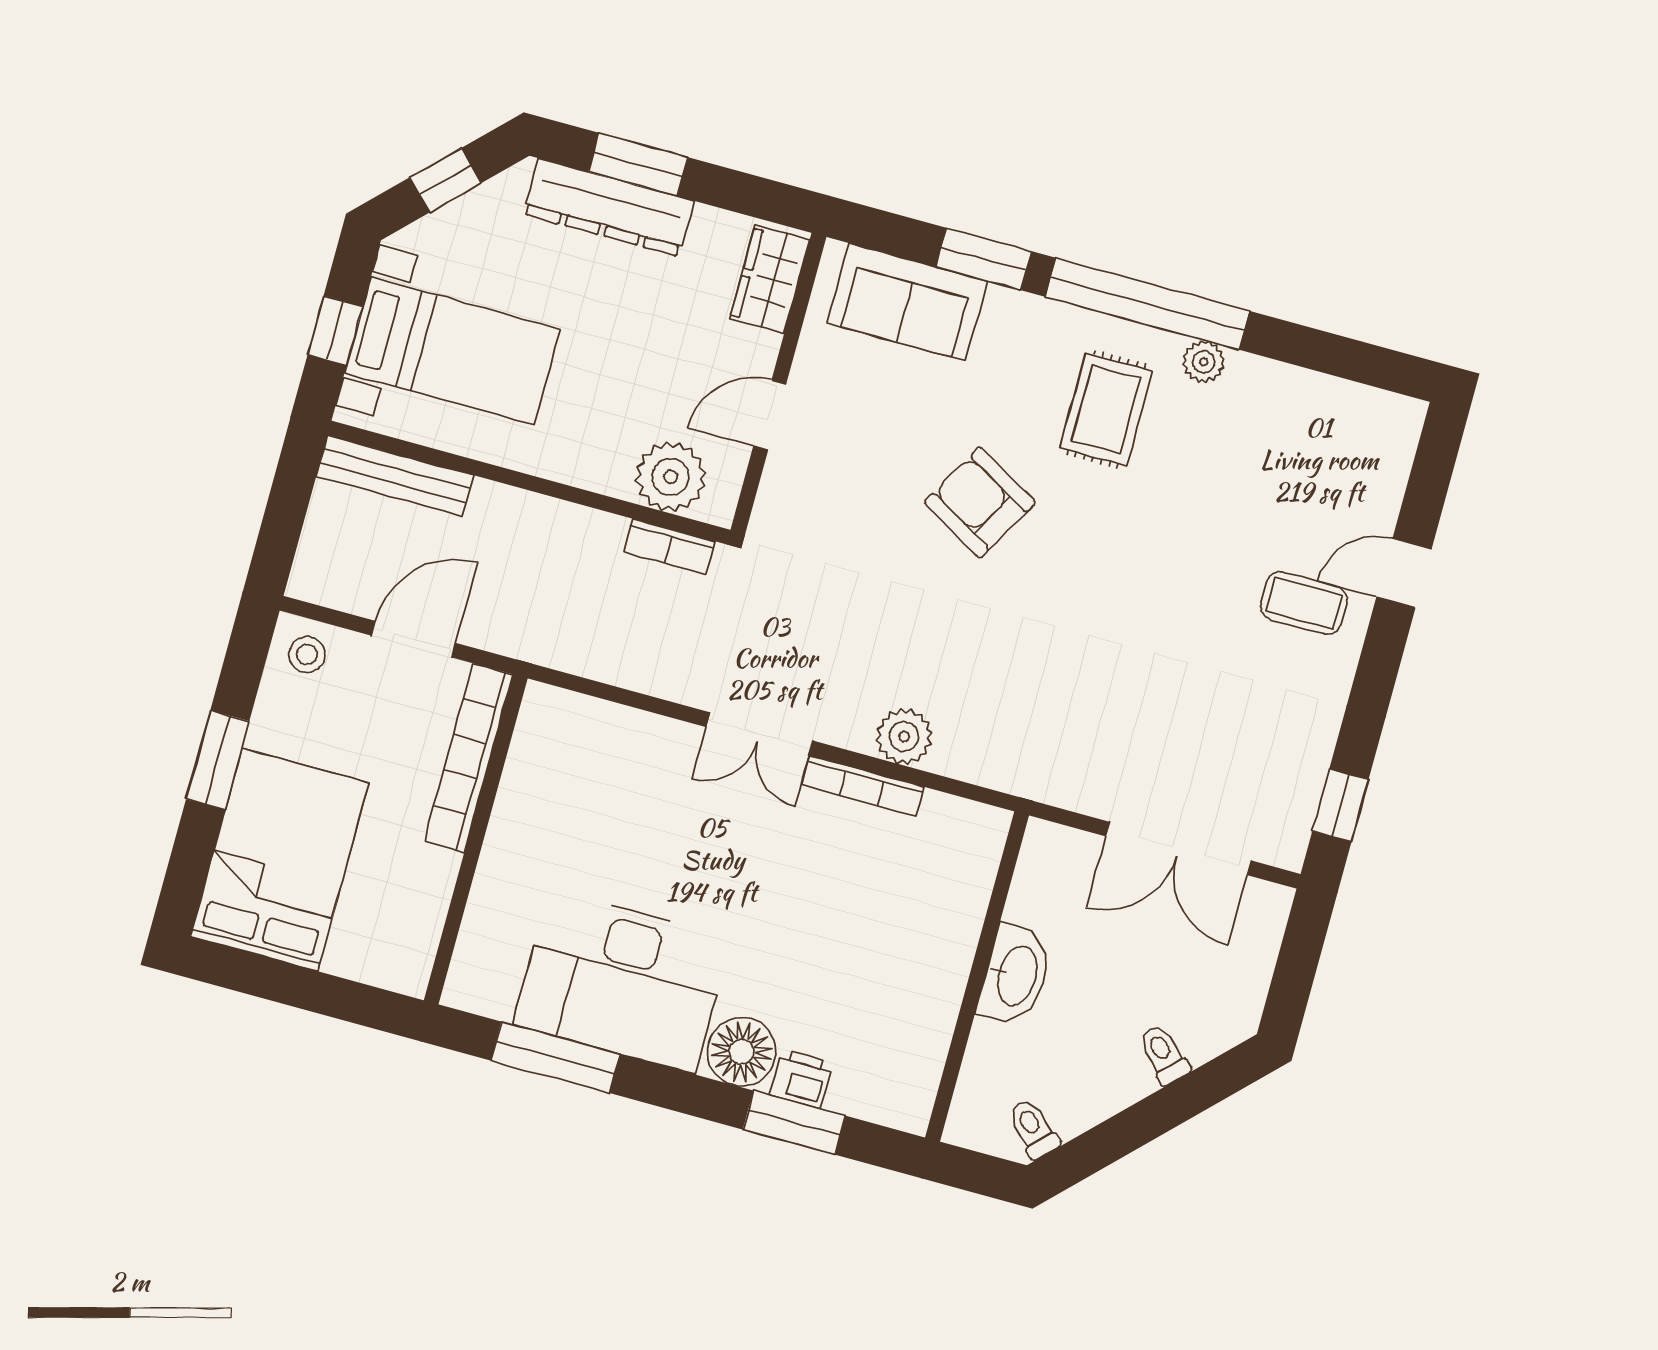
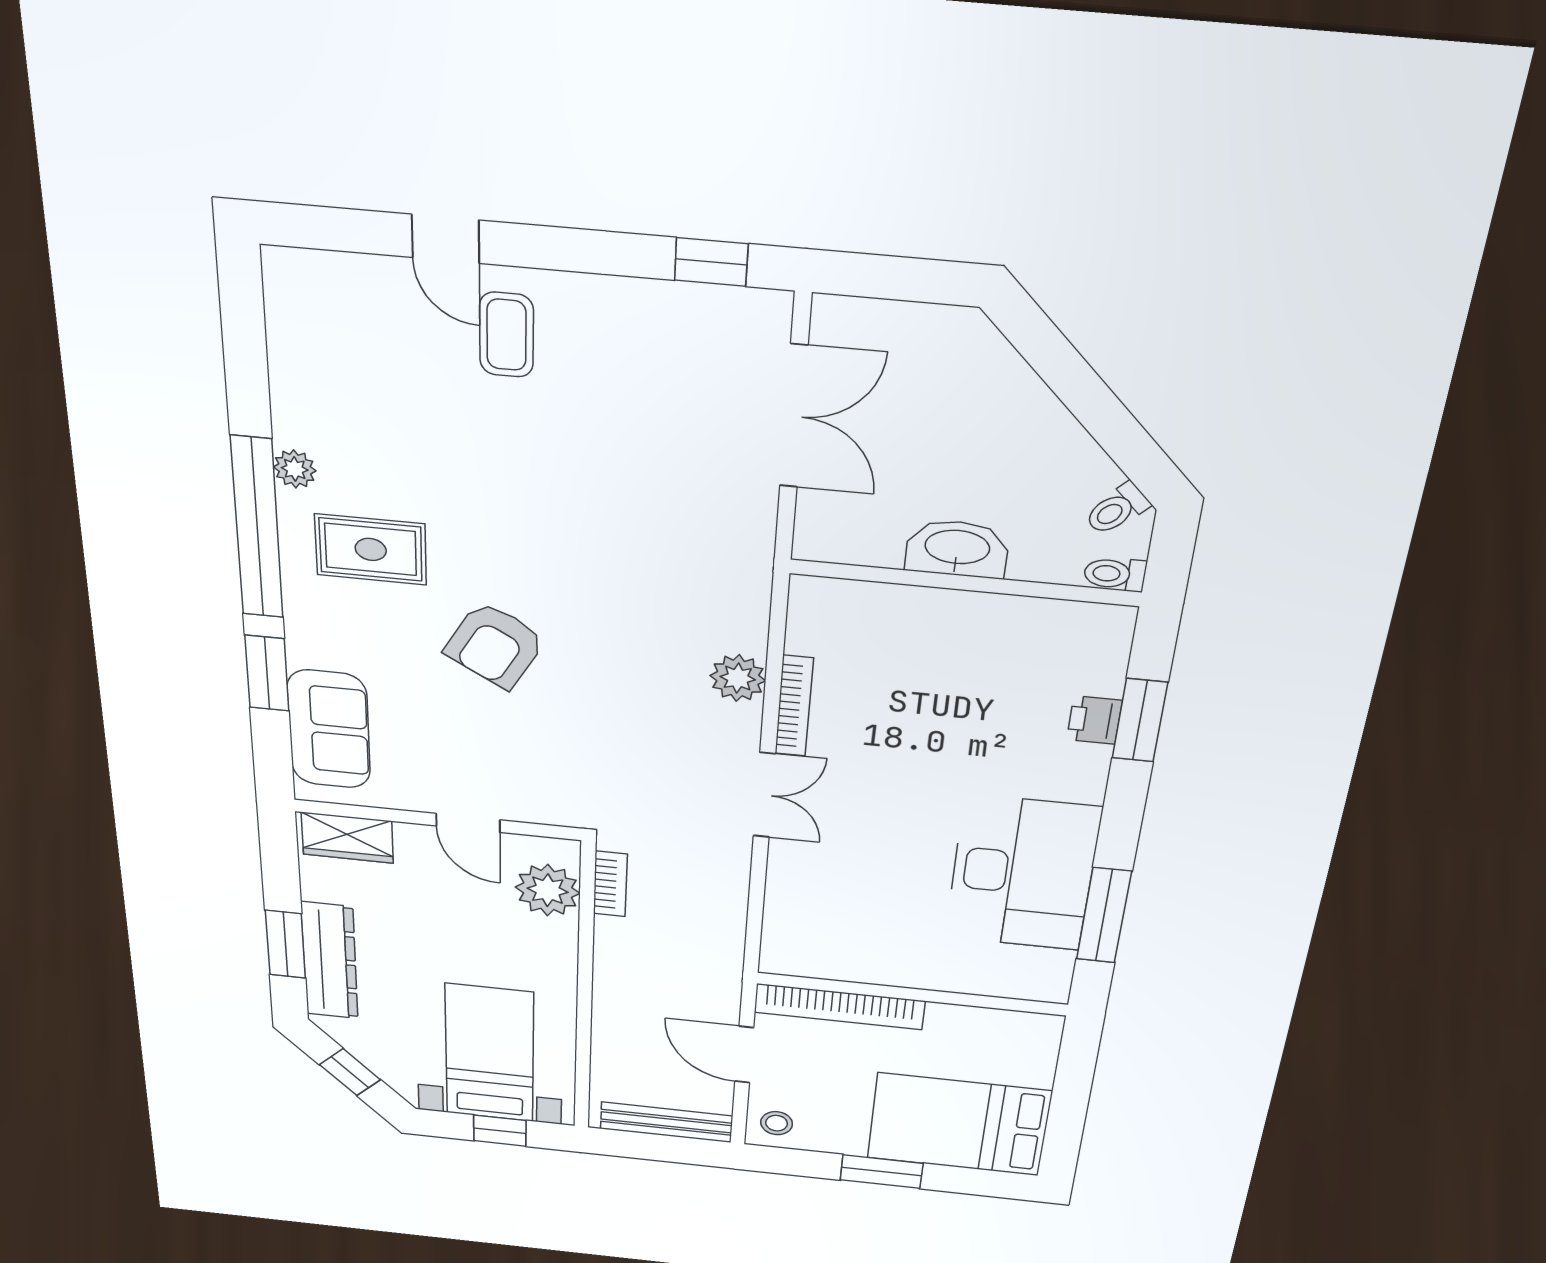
bench: (395, 476) -> (666, 1122), moved, turned 90
floor lamp: (742, 1052) -> (1075, 772), removed
toilet: (1164, 1054) -> (1115, 574), moved, turned 45

